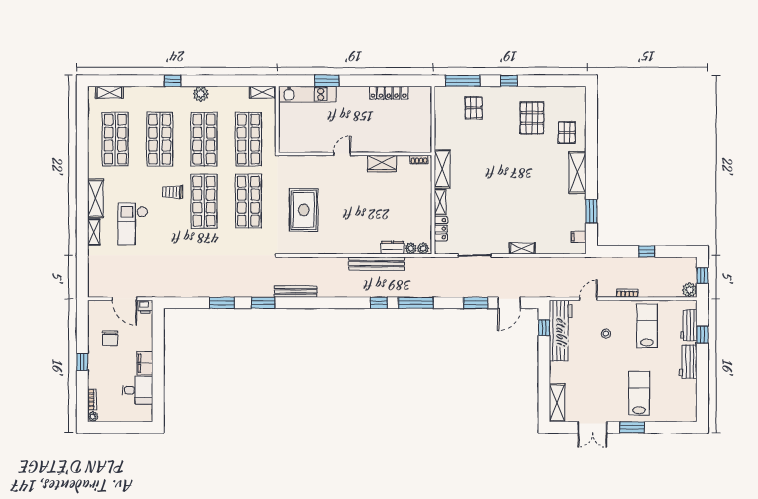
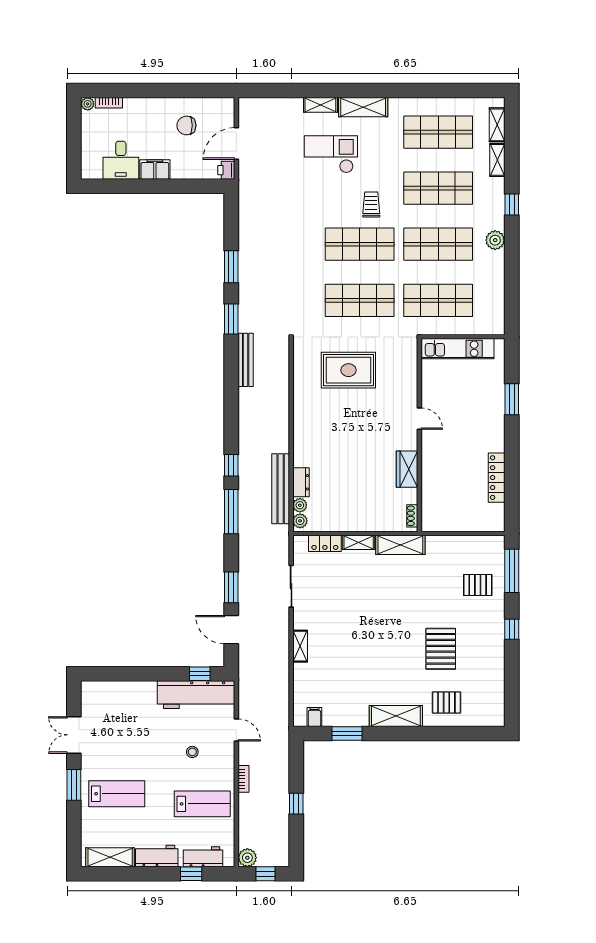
shelving: (263, 92) -> (497, 160), moved
kitchen unit: (307, 94) -> (457, 349), moved, turned -90
pallet: (532, 118) -> (441, 649), moved, turned 90
bench: (376, 264) -> (281, 489), moved
window: (82, 362) -> (157, 90), removed
shelving: (557, 403) -> (110, 857), moved

